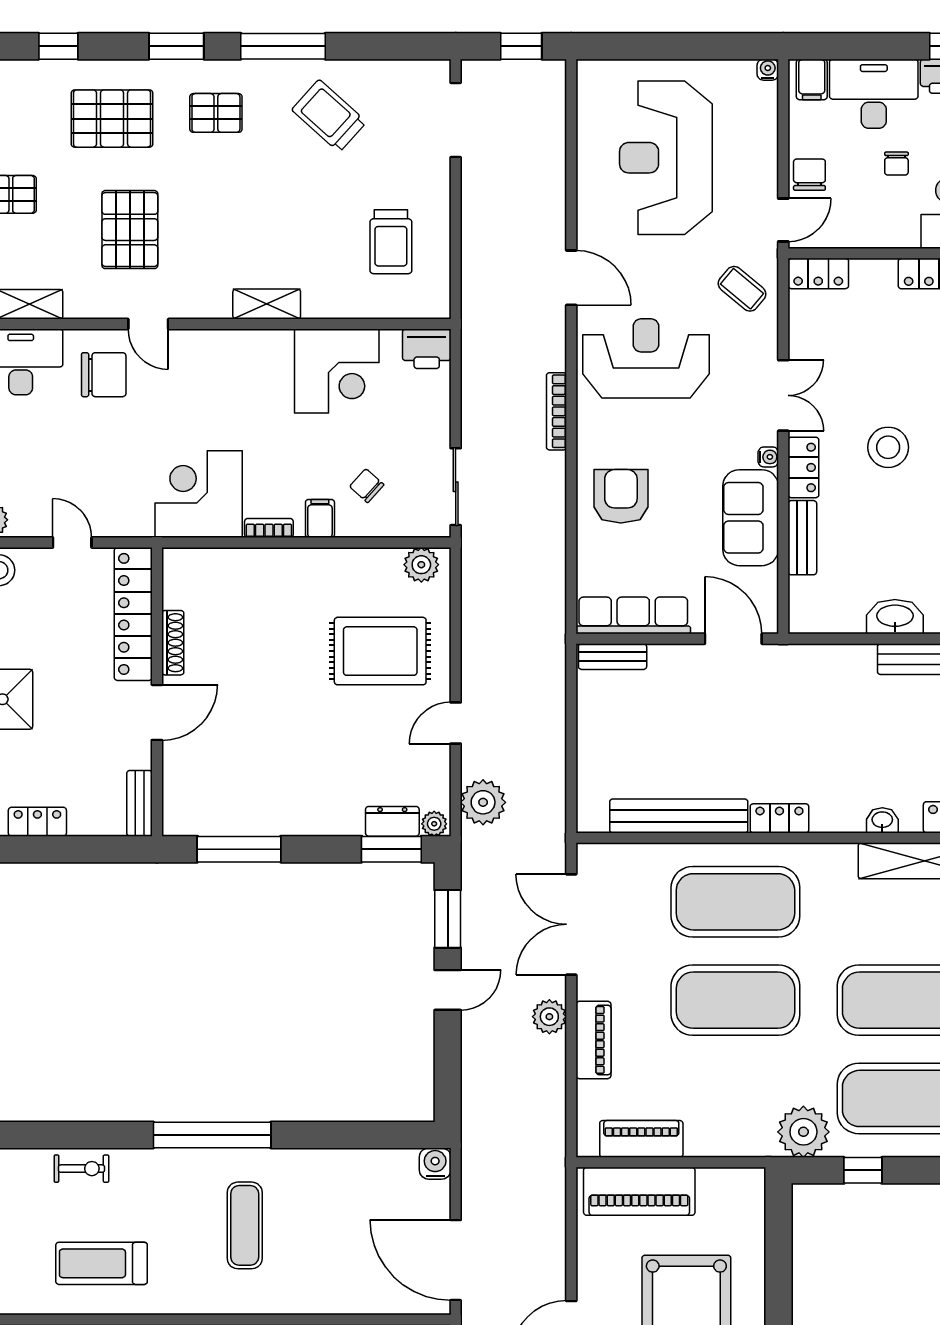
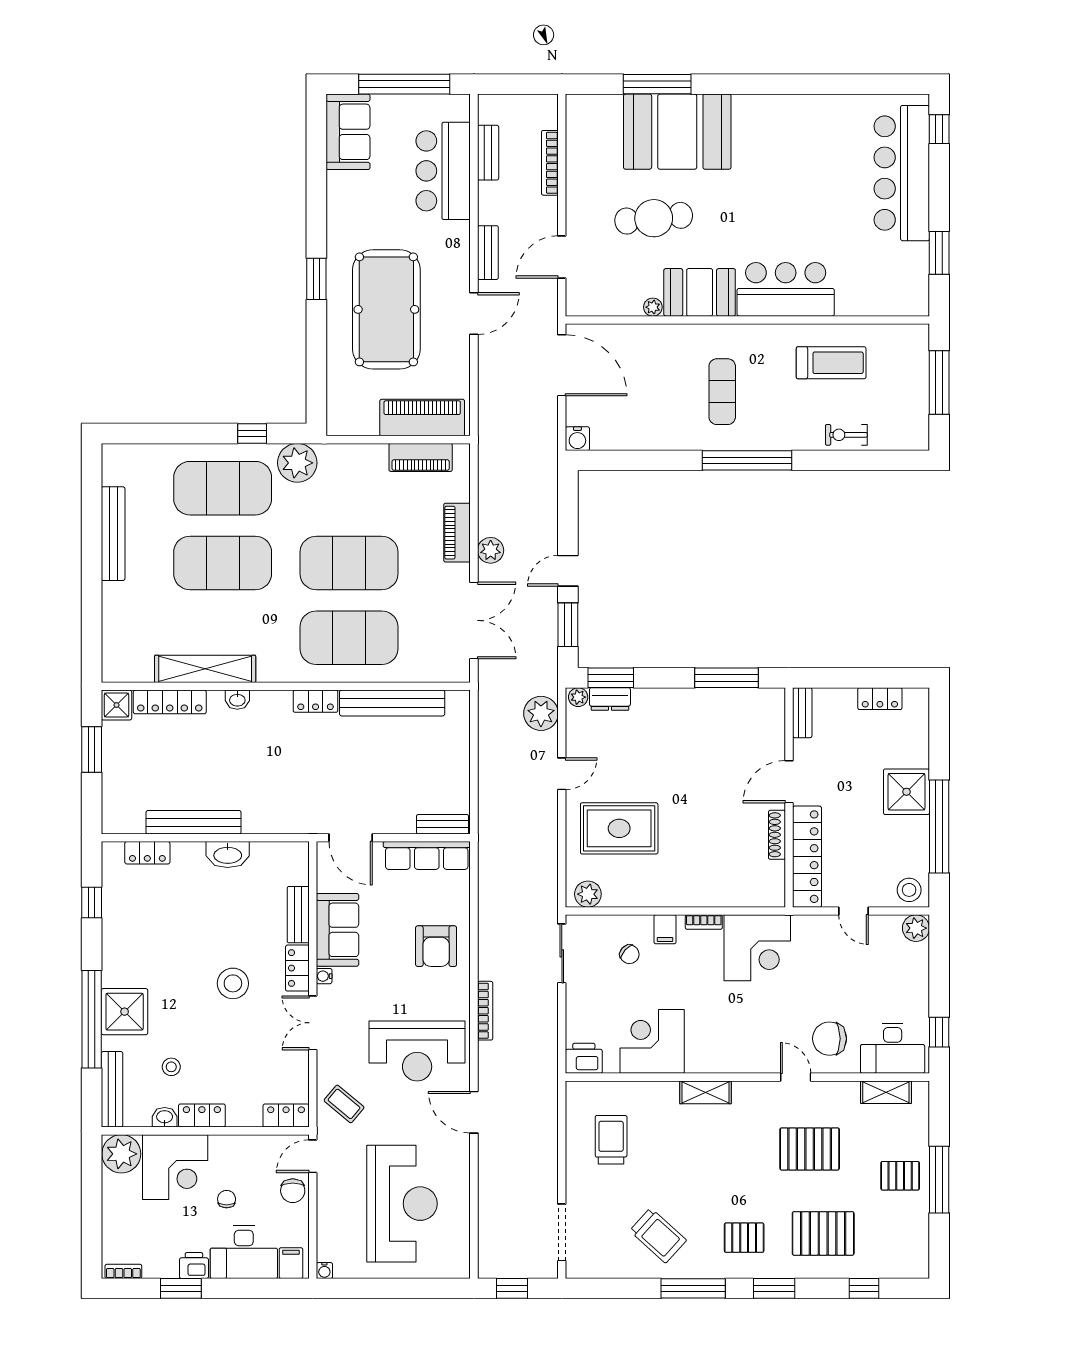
pallet: (130, 230) -> (810, 1149), turned 90

